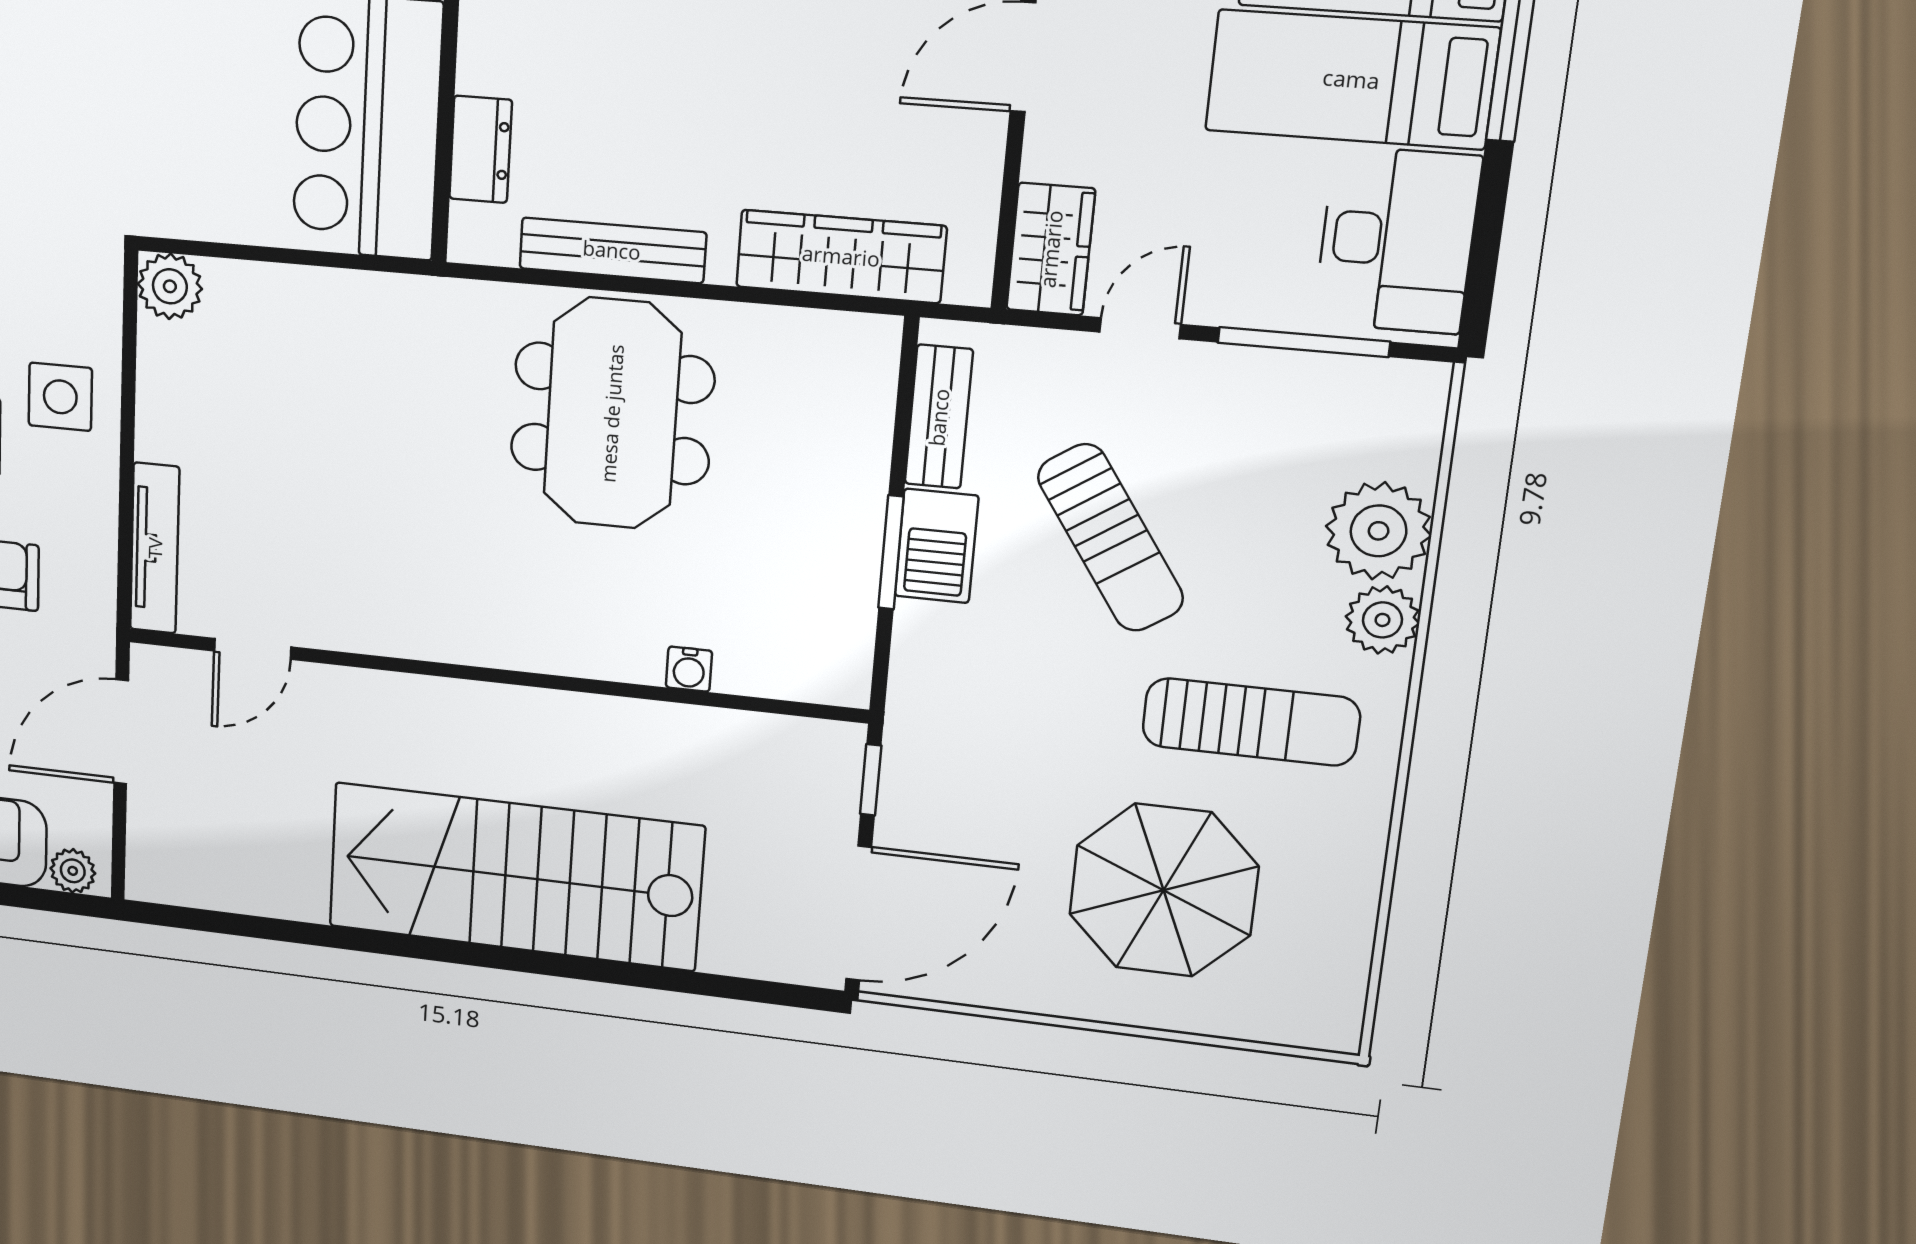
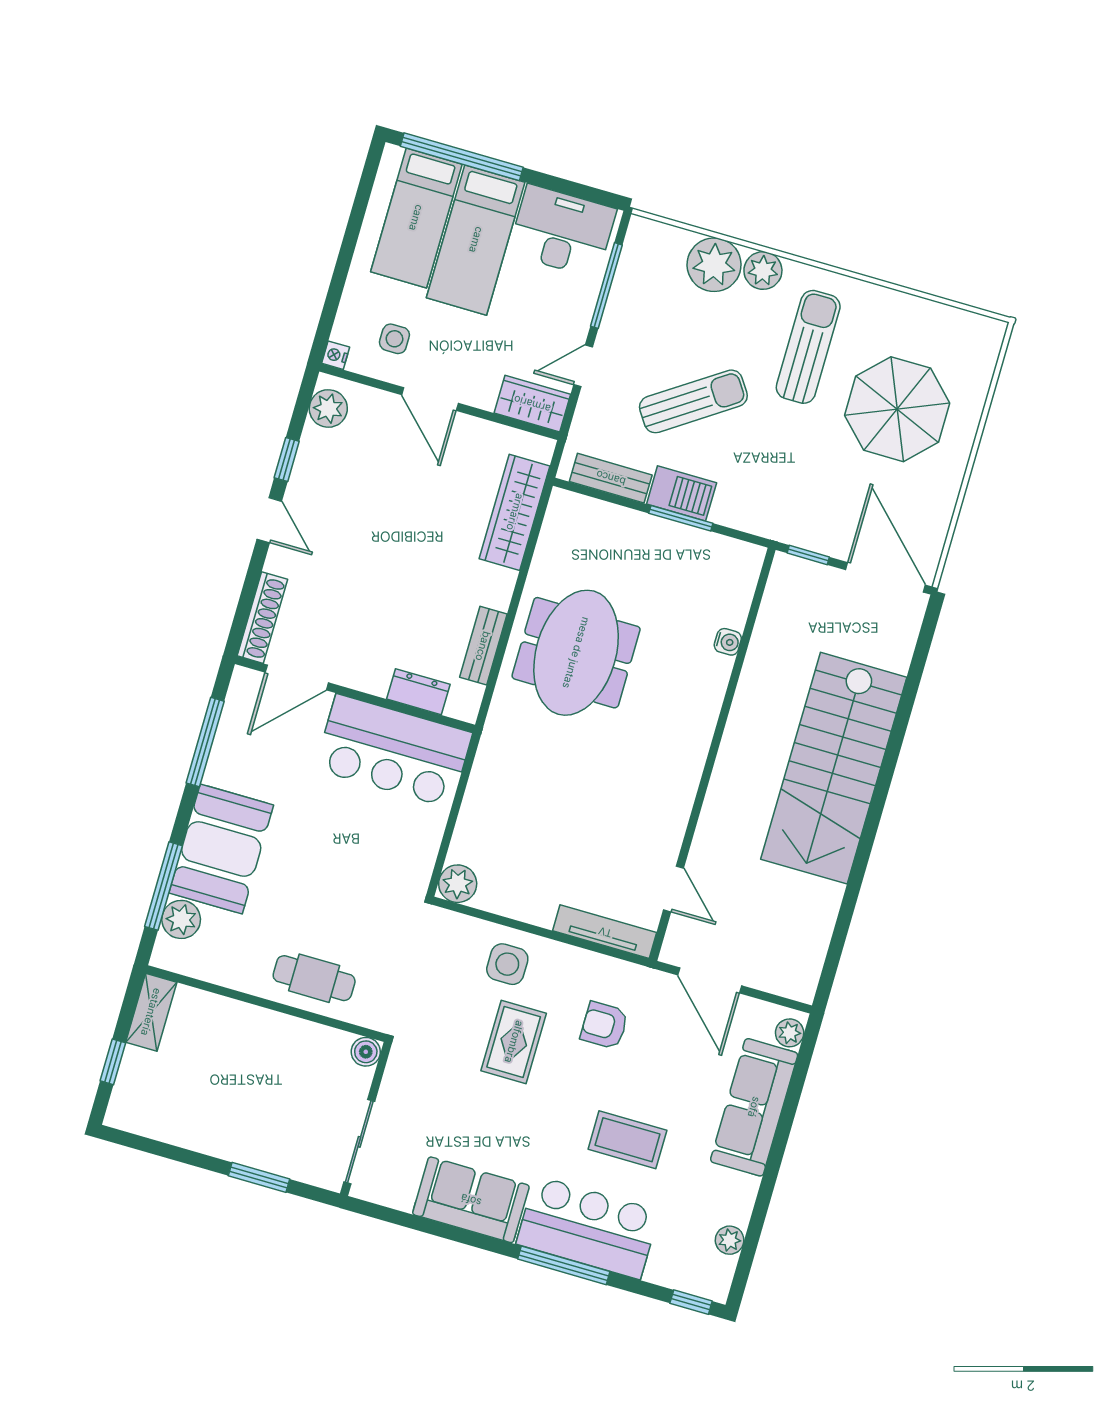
bench: (612, 250) -> (483, 646), width x0.73
door: (1140, 328) -> (583, 366), hinge flipped
meeting table: (612, 413) -> (576, 653), turned 90

